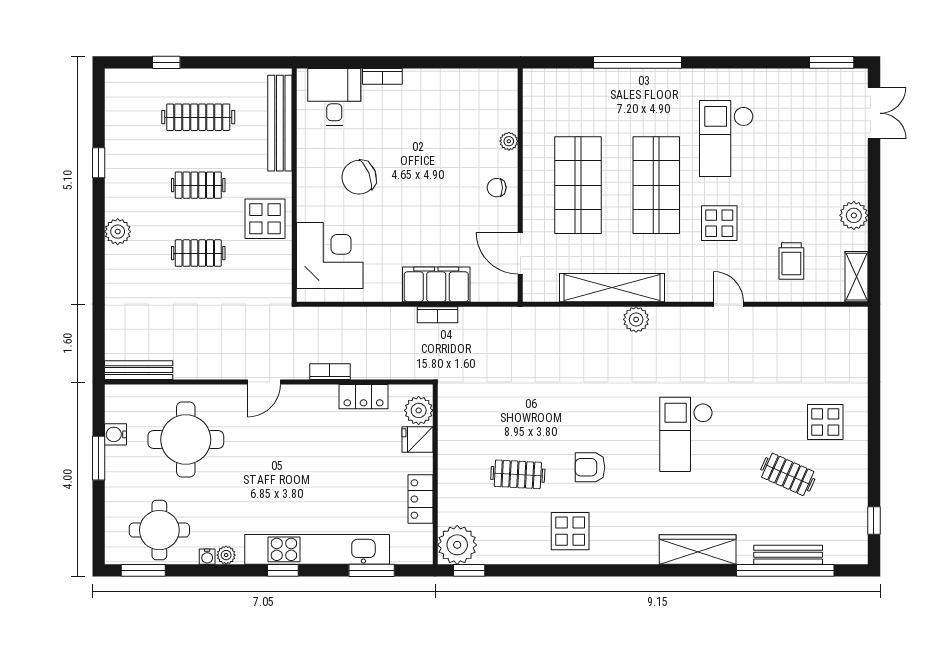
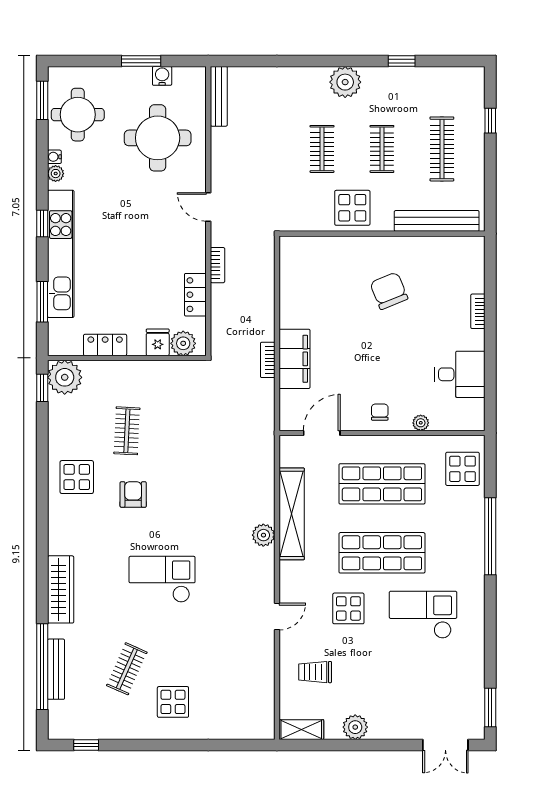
display table: (561, 94) -> (463, 469), added
desk: (334, 97) -> (460, 374), moved
plant: (118, 232) -> (345, 82), width x1.36, depth x1.36
corner desk: (330, 256) -> (320, 265), removed

